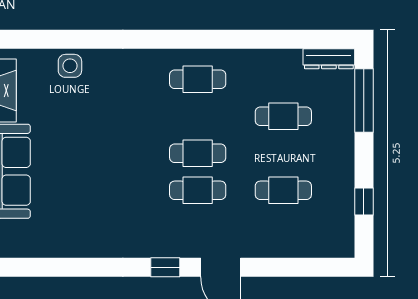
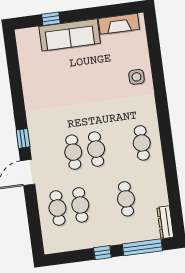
side table: (70, 66) -> (136, 77), moved
window: (364, 201) -> (102, 253), moved
cafe table: (283, 227) -> (57, 208), added

